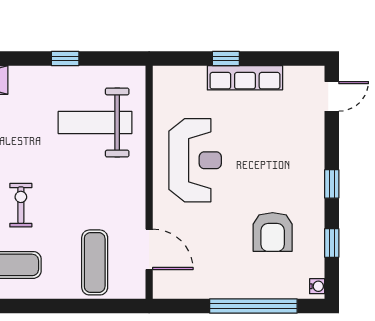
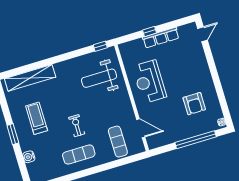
window: (65, 59) -> (100, 46), moved
reception desk: (195, 160) -> (149, 82), turned 180
window: (332, 184) -> (214, 74), removed
window: (332, 243) -> (222, 101), removed

